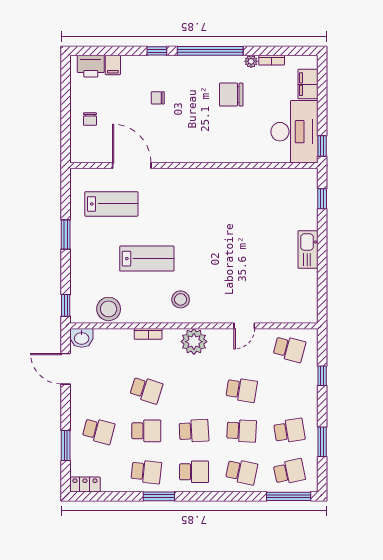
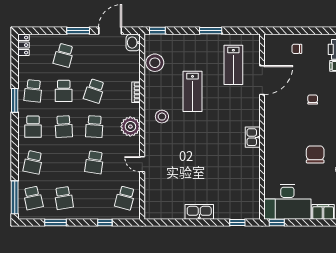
kitchen sink: (208, 178) -> (253, 137), added
school desk: (242, 431) -> (94, 127), moved
window: (66, 446) -> (78, 31), moved

